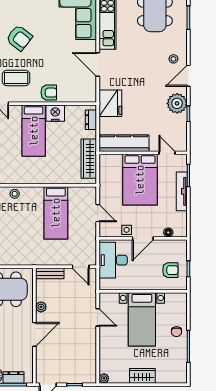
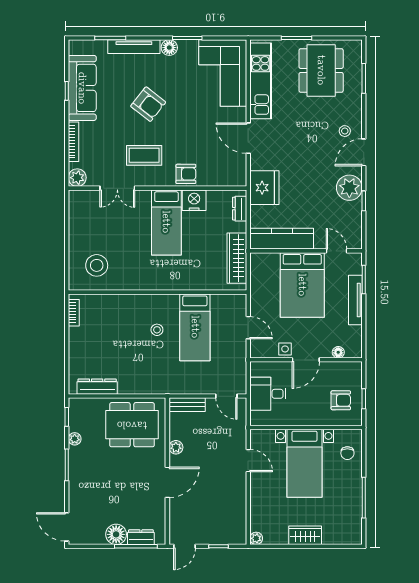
stool: (15, 194) -> (157, 330), moved
desk: (113, 260) -> (268, 394), width x0.73
chair: (176, 332) -> (347, 453), moved

